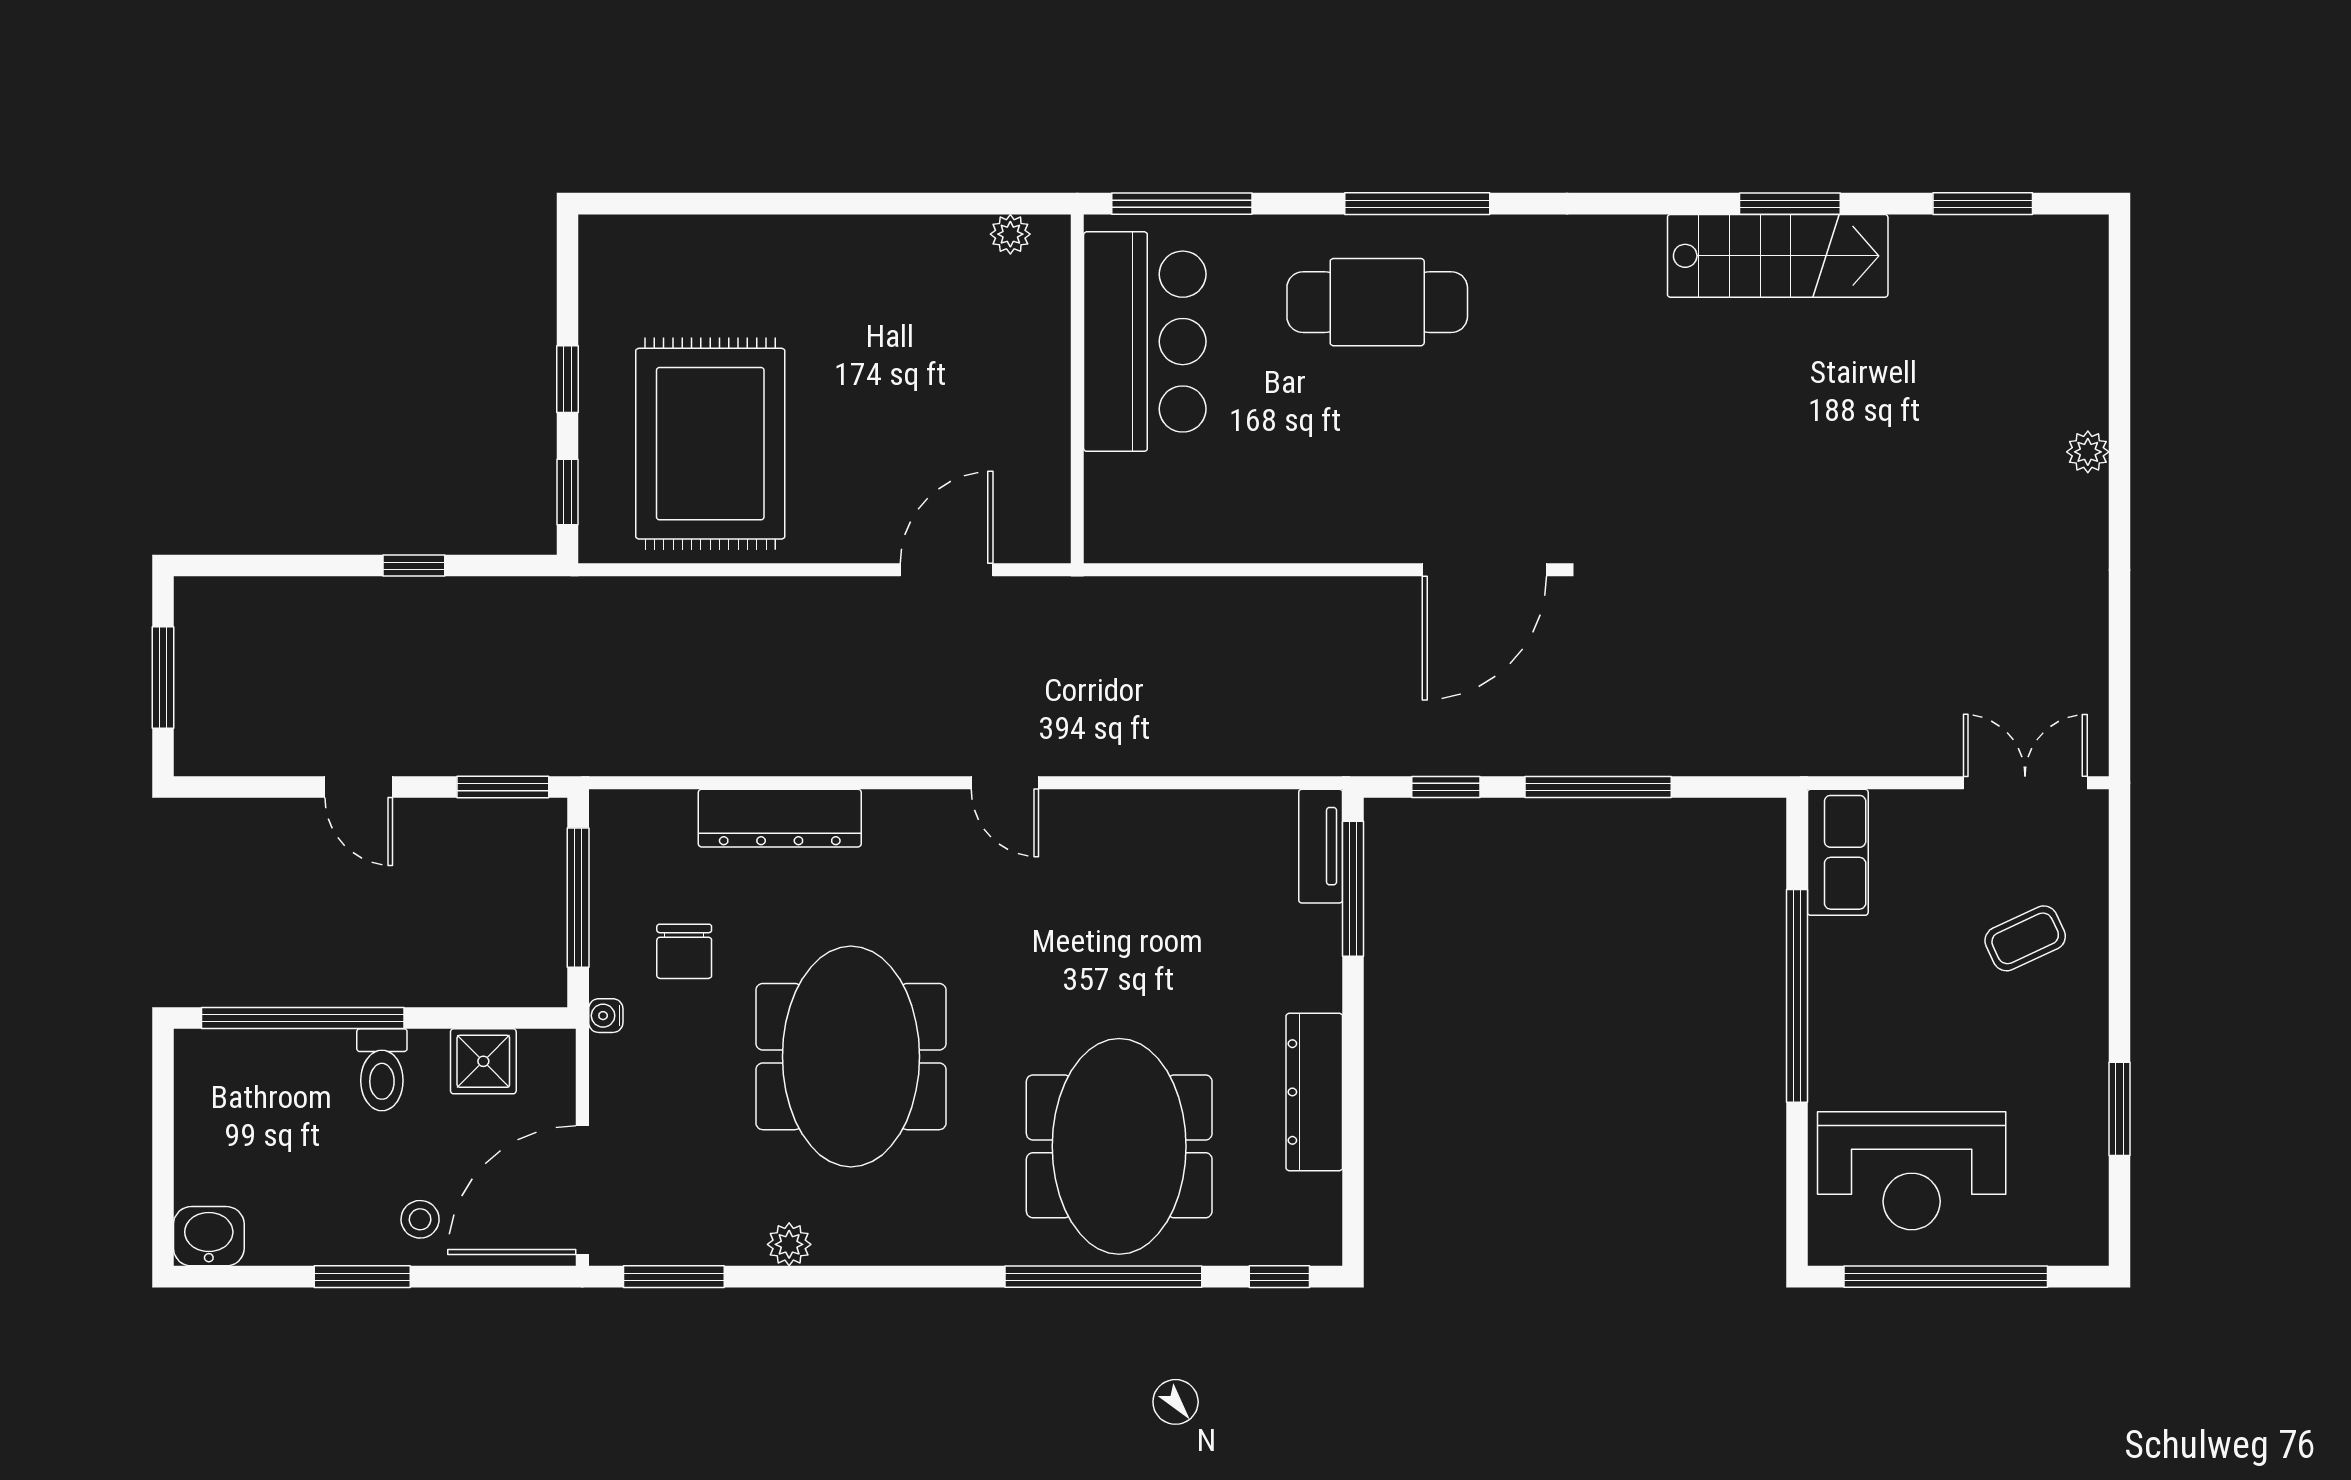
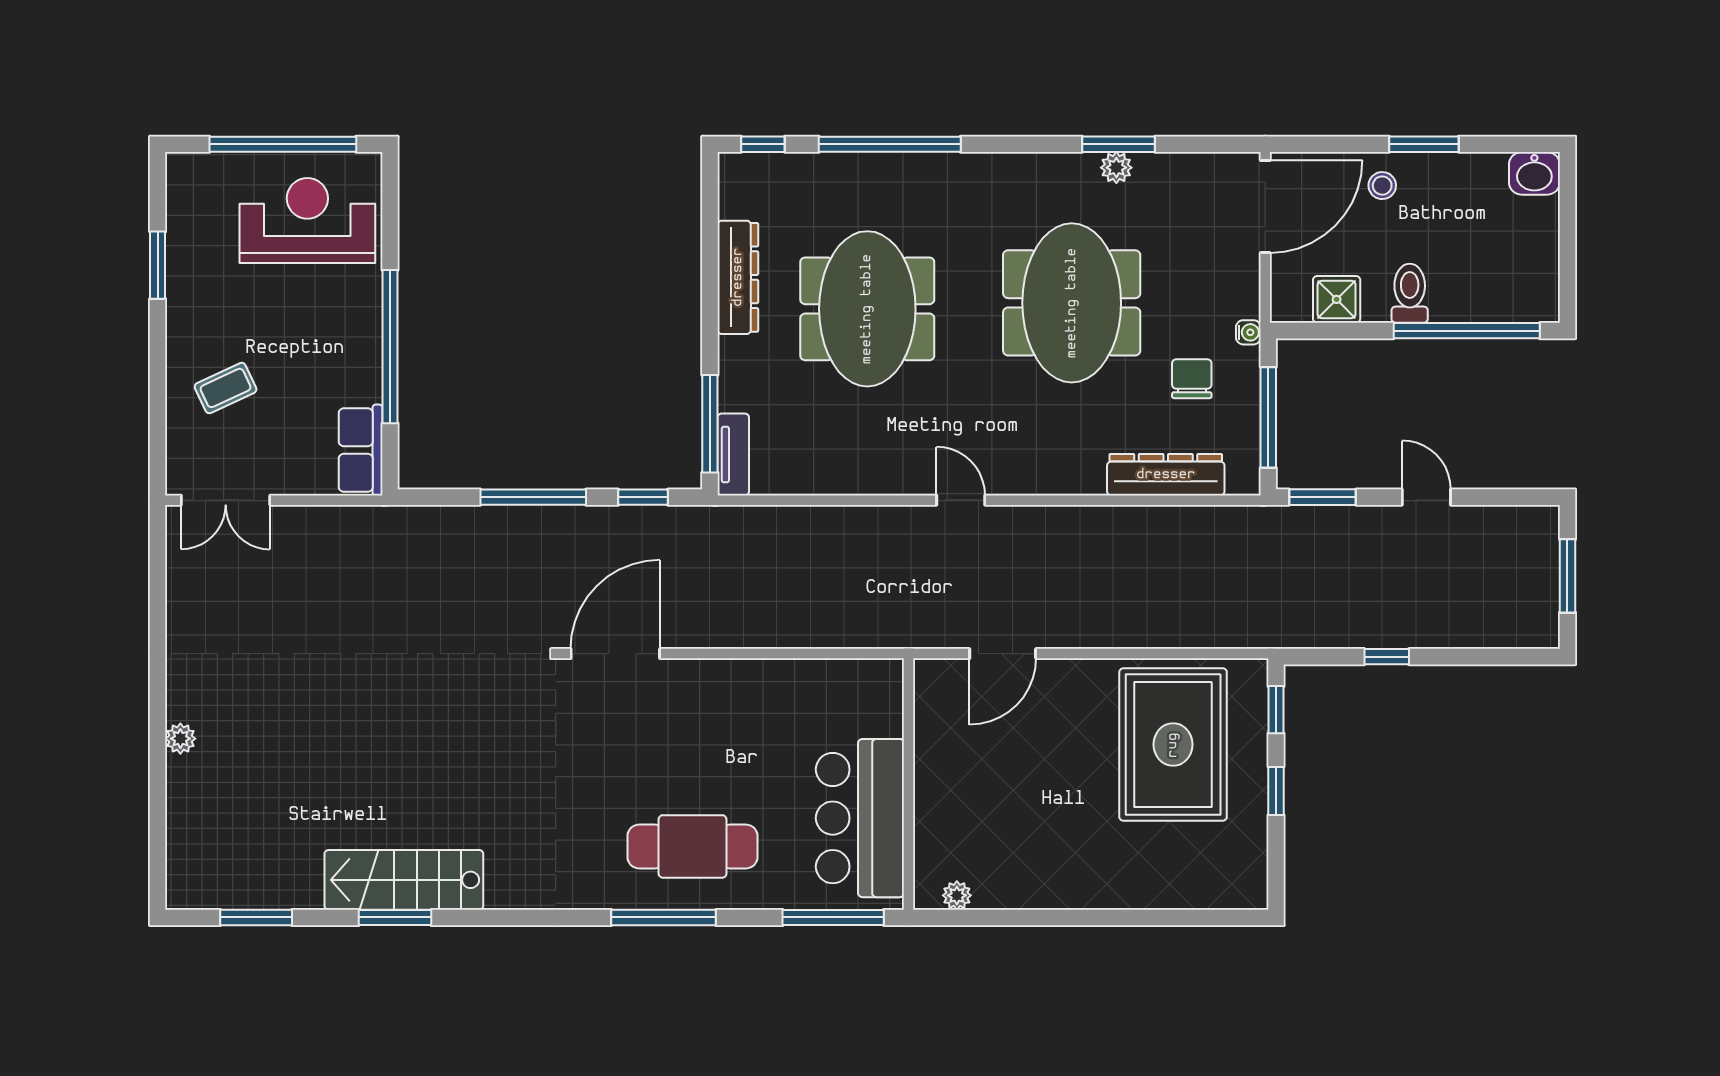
dresser: (780, 818) -> (1166, 475), moved
meeting table: (1119, 1146) -> (867, 309), moved
window: (674, 1277) -> (1119, 144), moved

